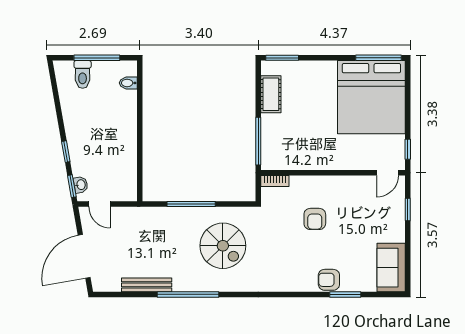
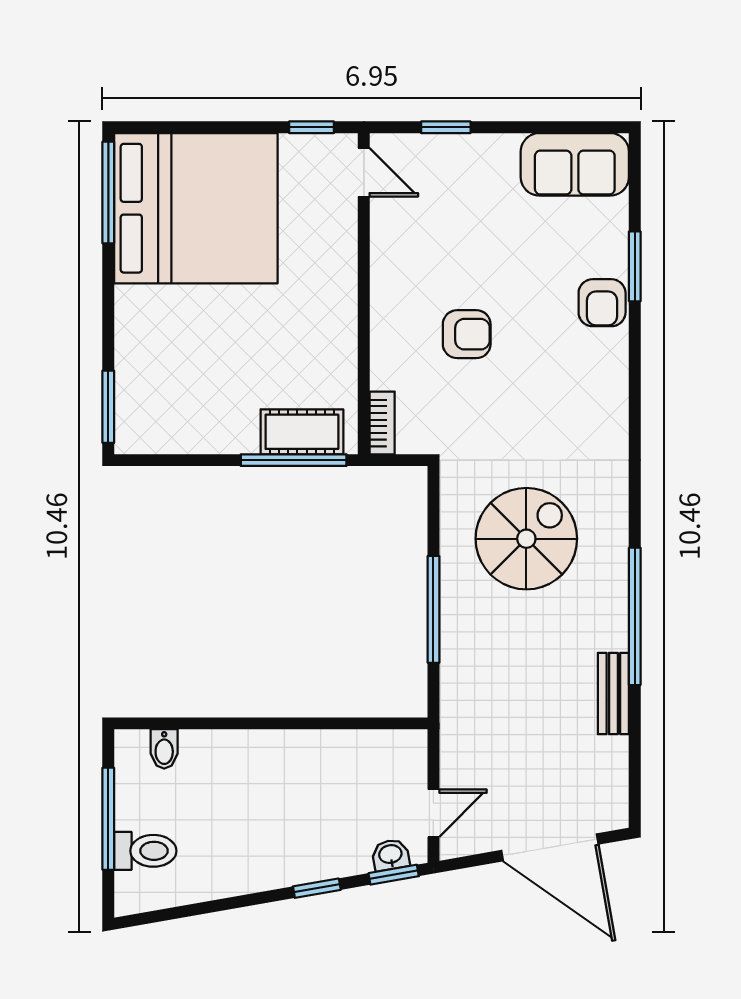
cot: (271, 94) -> (302, 432), moved
bench: (147, 285) -> (613, 694), width x0.73

